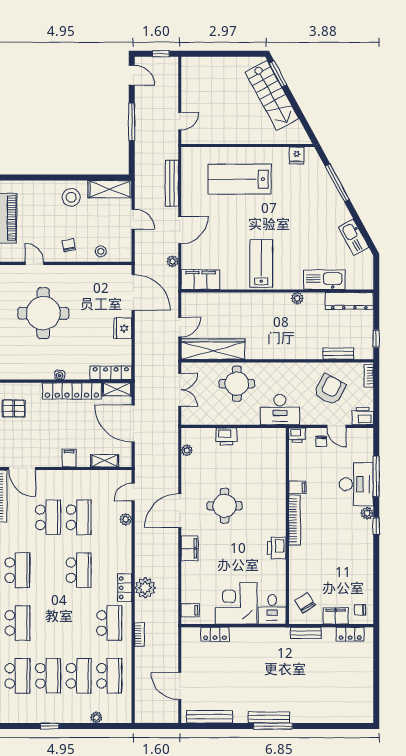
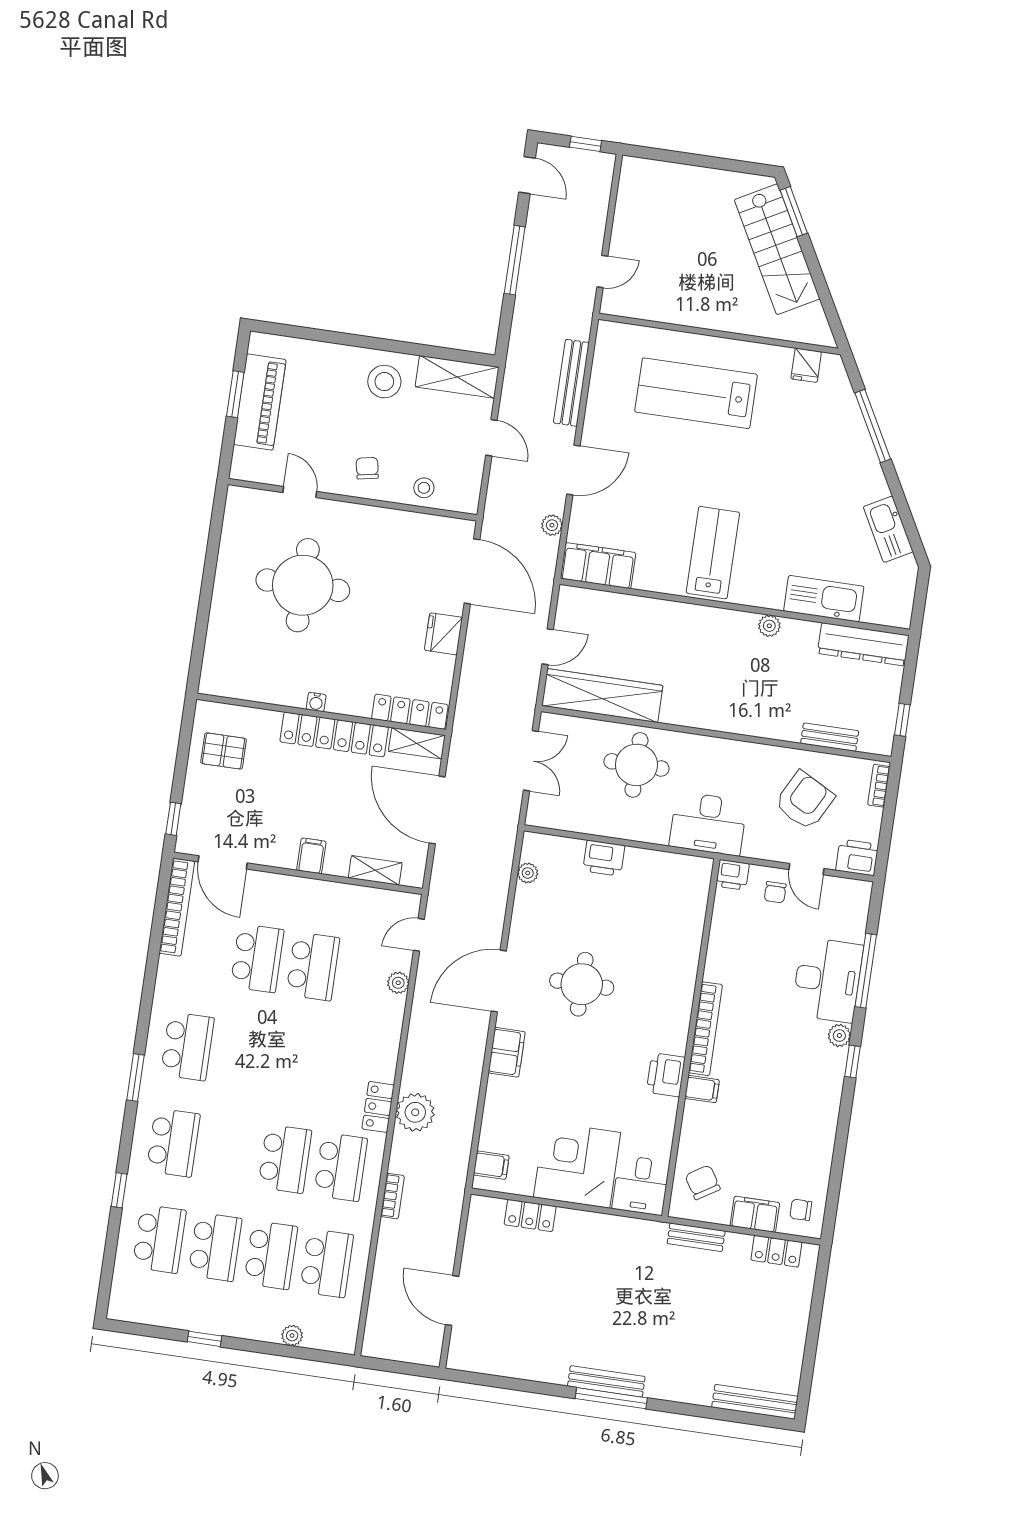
filing cabinet: (297, 487) -> (702, 1089), moved
school desk: (79, 570) -> (285, 1159), moved
bench: (210, 717) -> (755, 1402), moved

